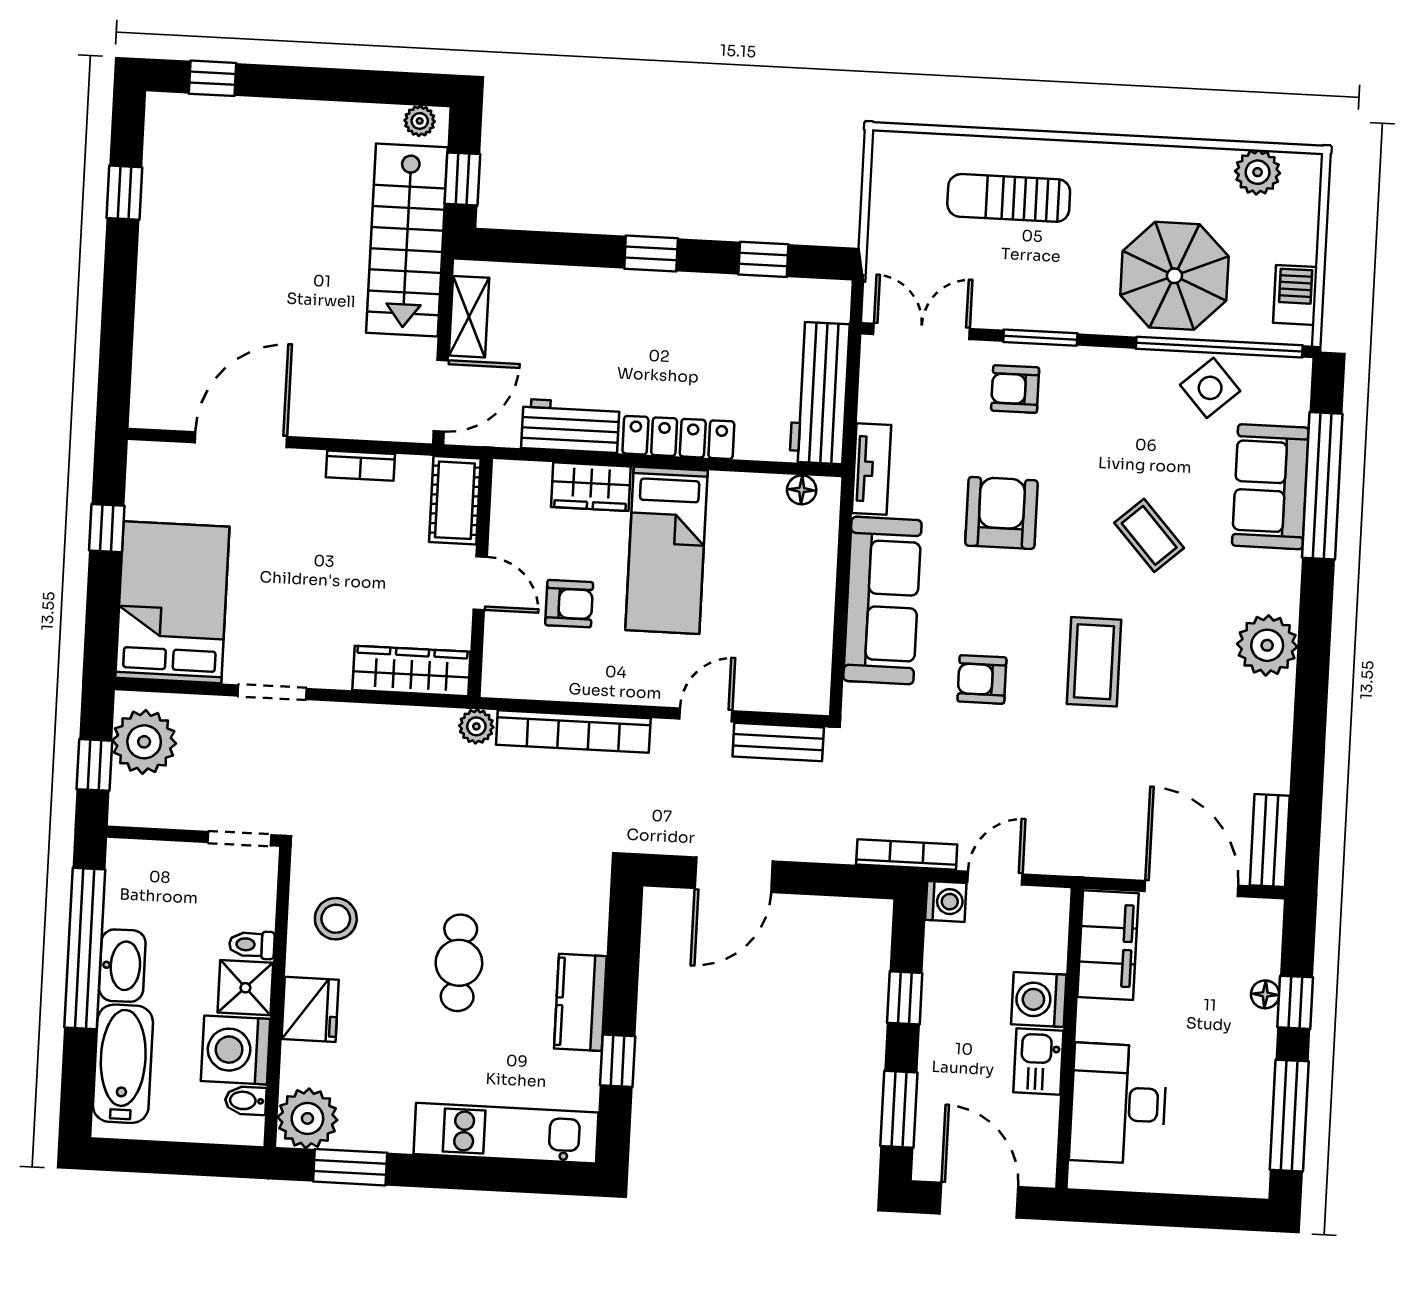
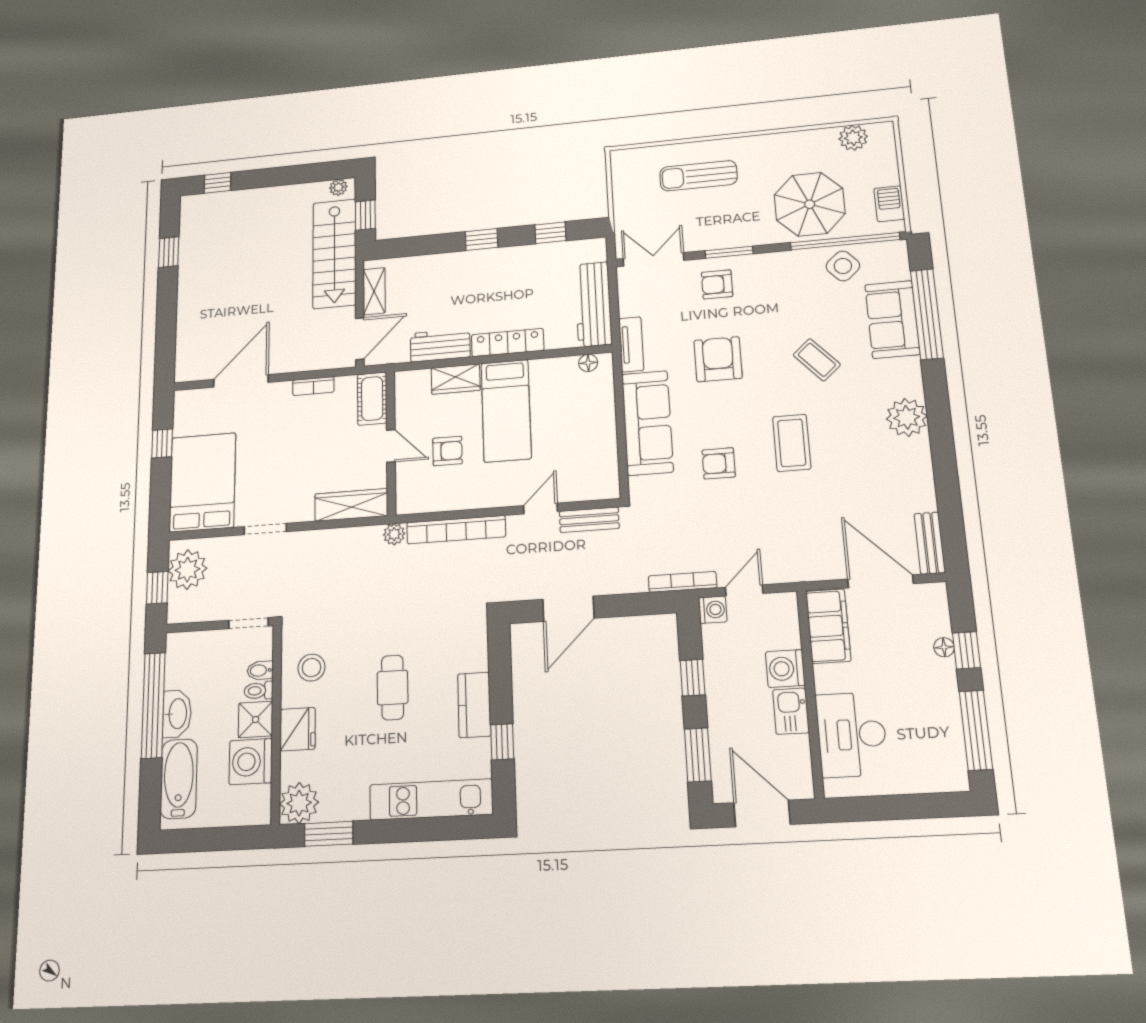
bidet: (246, 1101) -> (260, 670), moved

